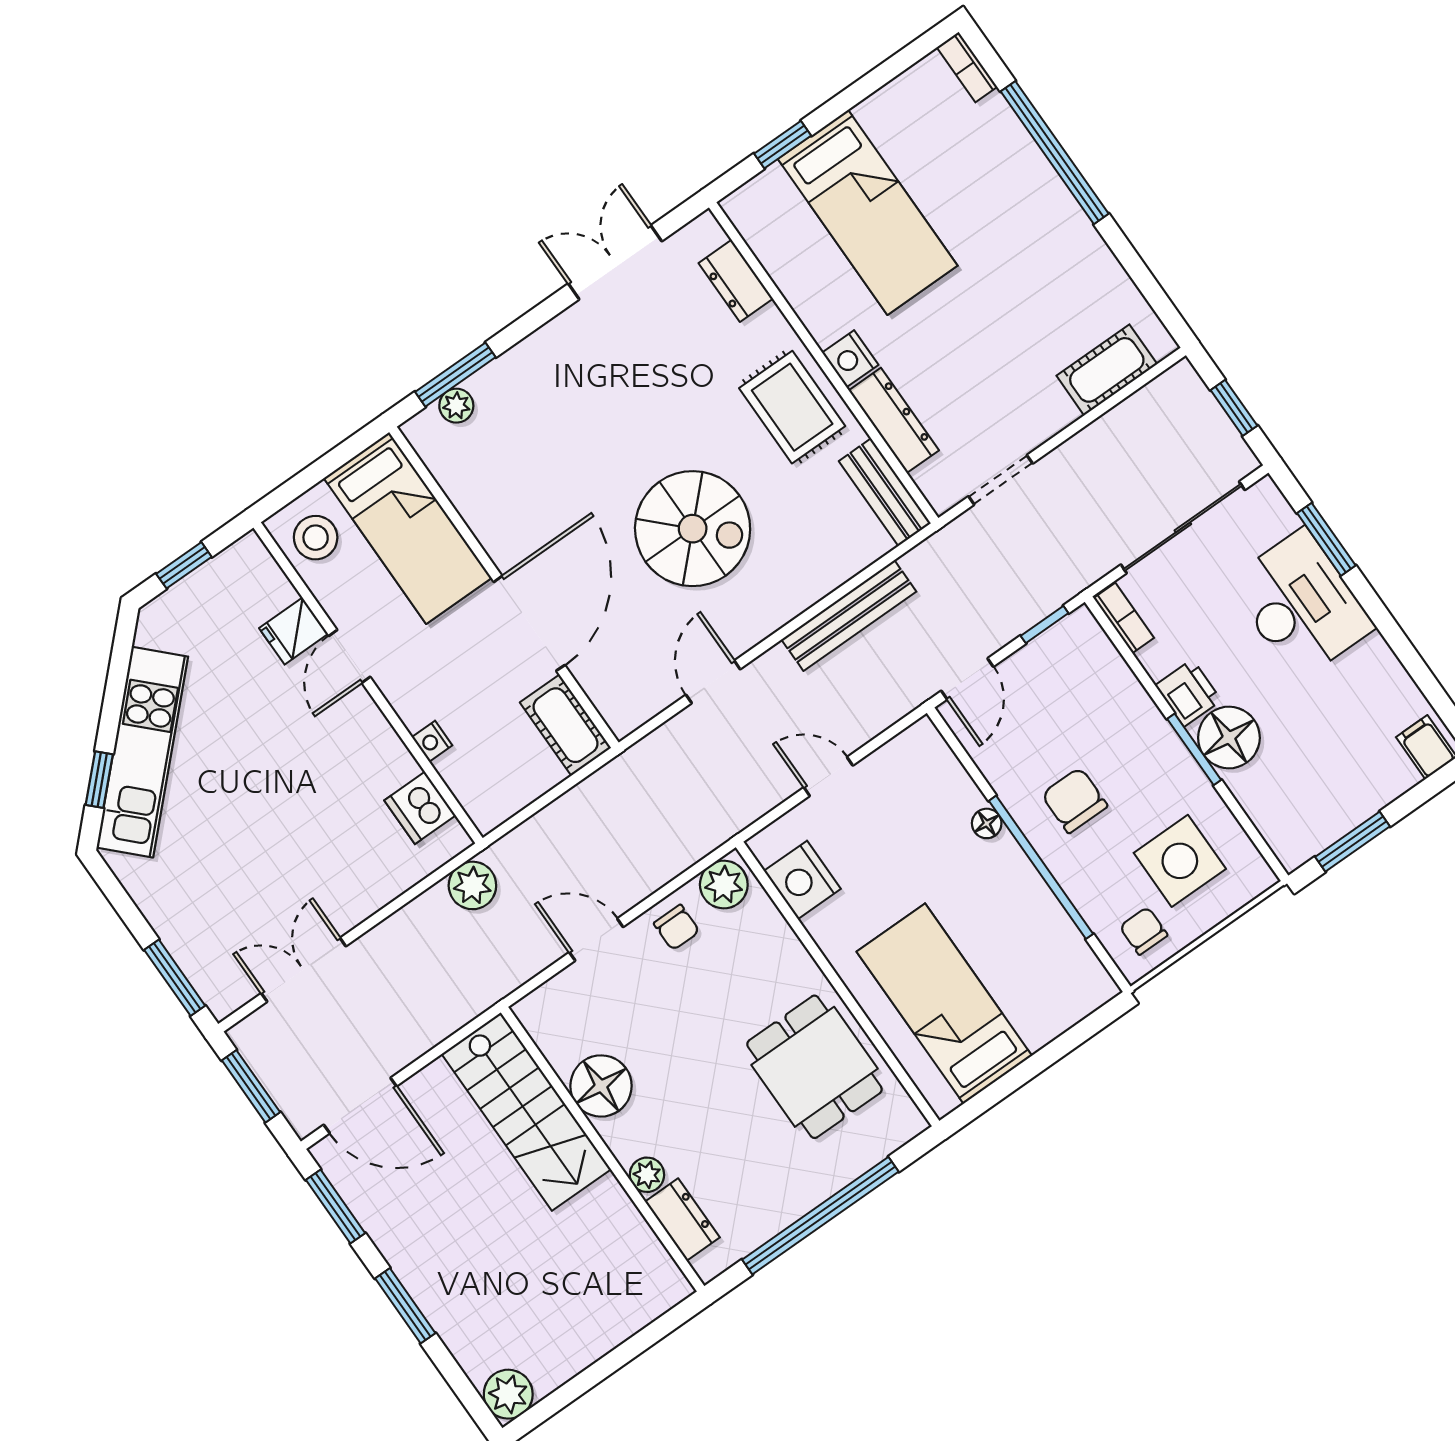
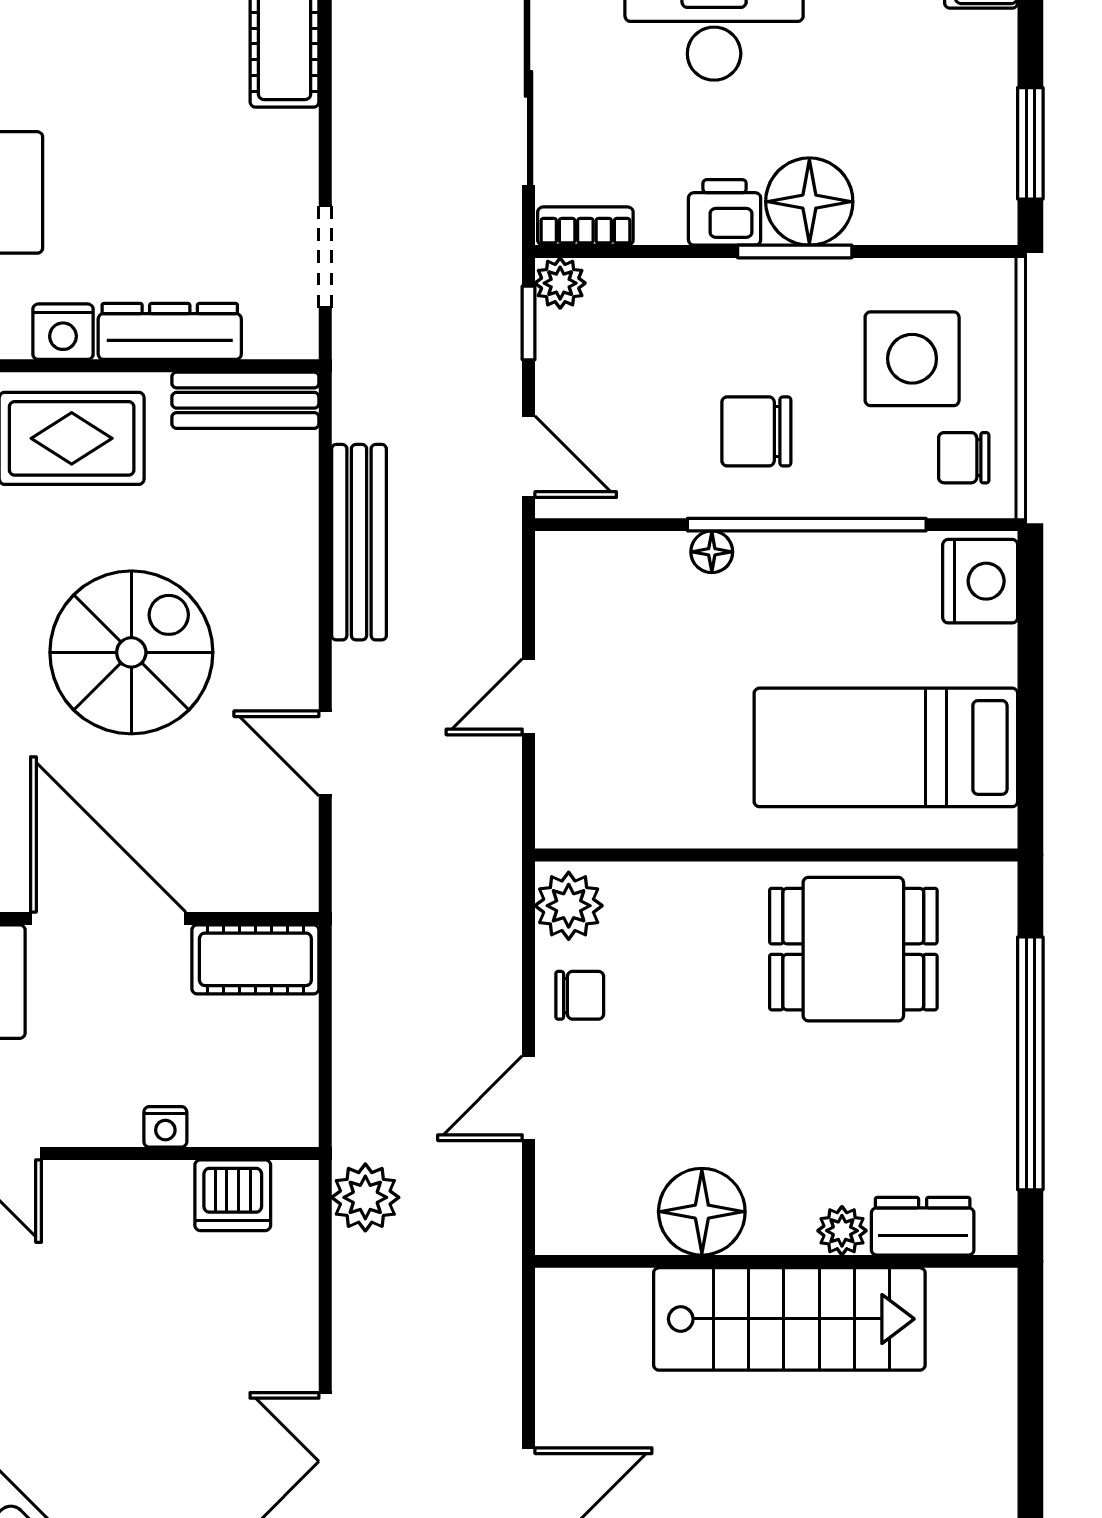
plant: (1080, 627) -> (560, 283), added
nightstand: (802, 880) -> (980, 581), moved, turned -90
stairs: (526, 1112) -> (789, 1319), moved

